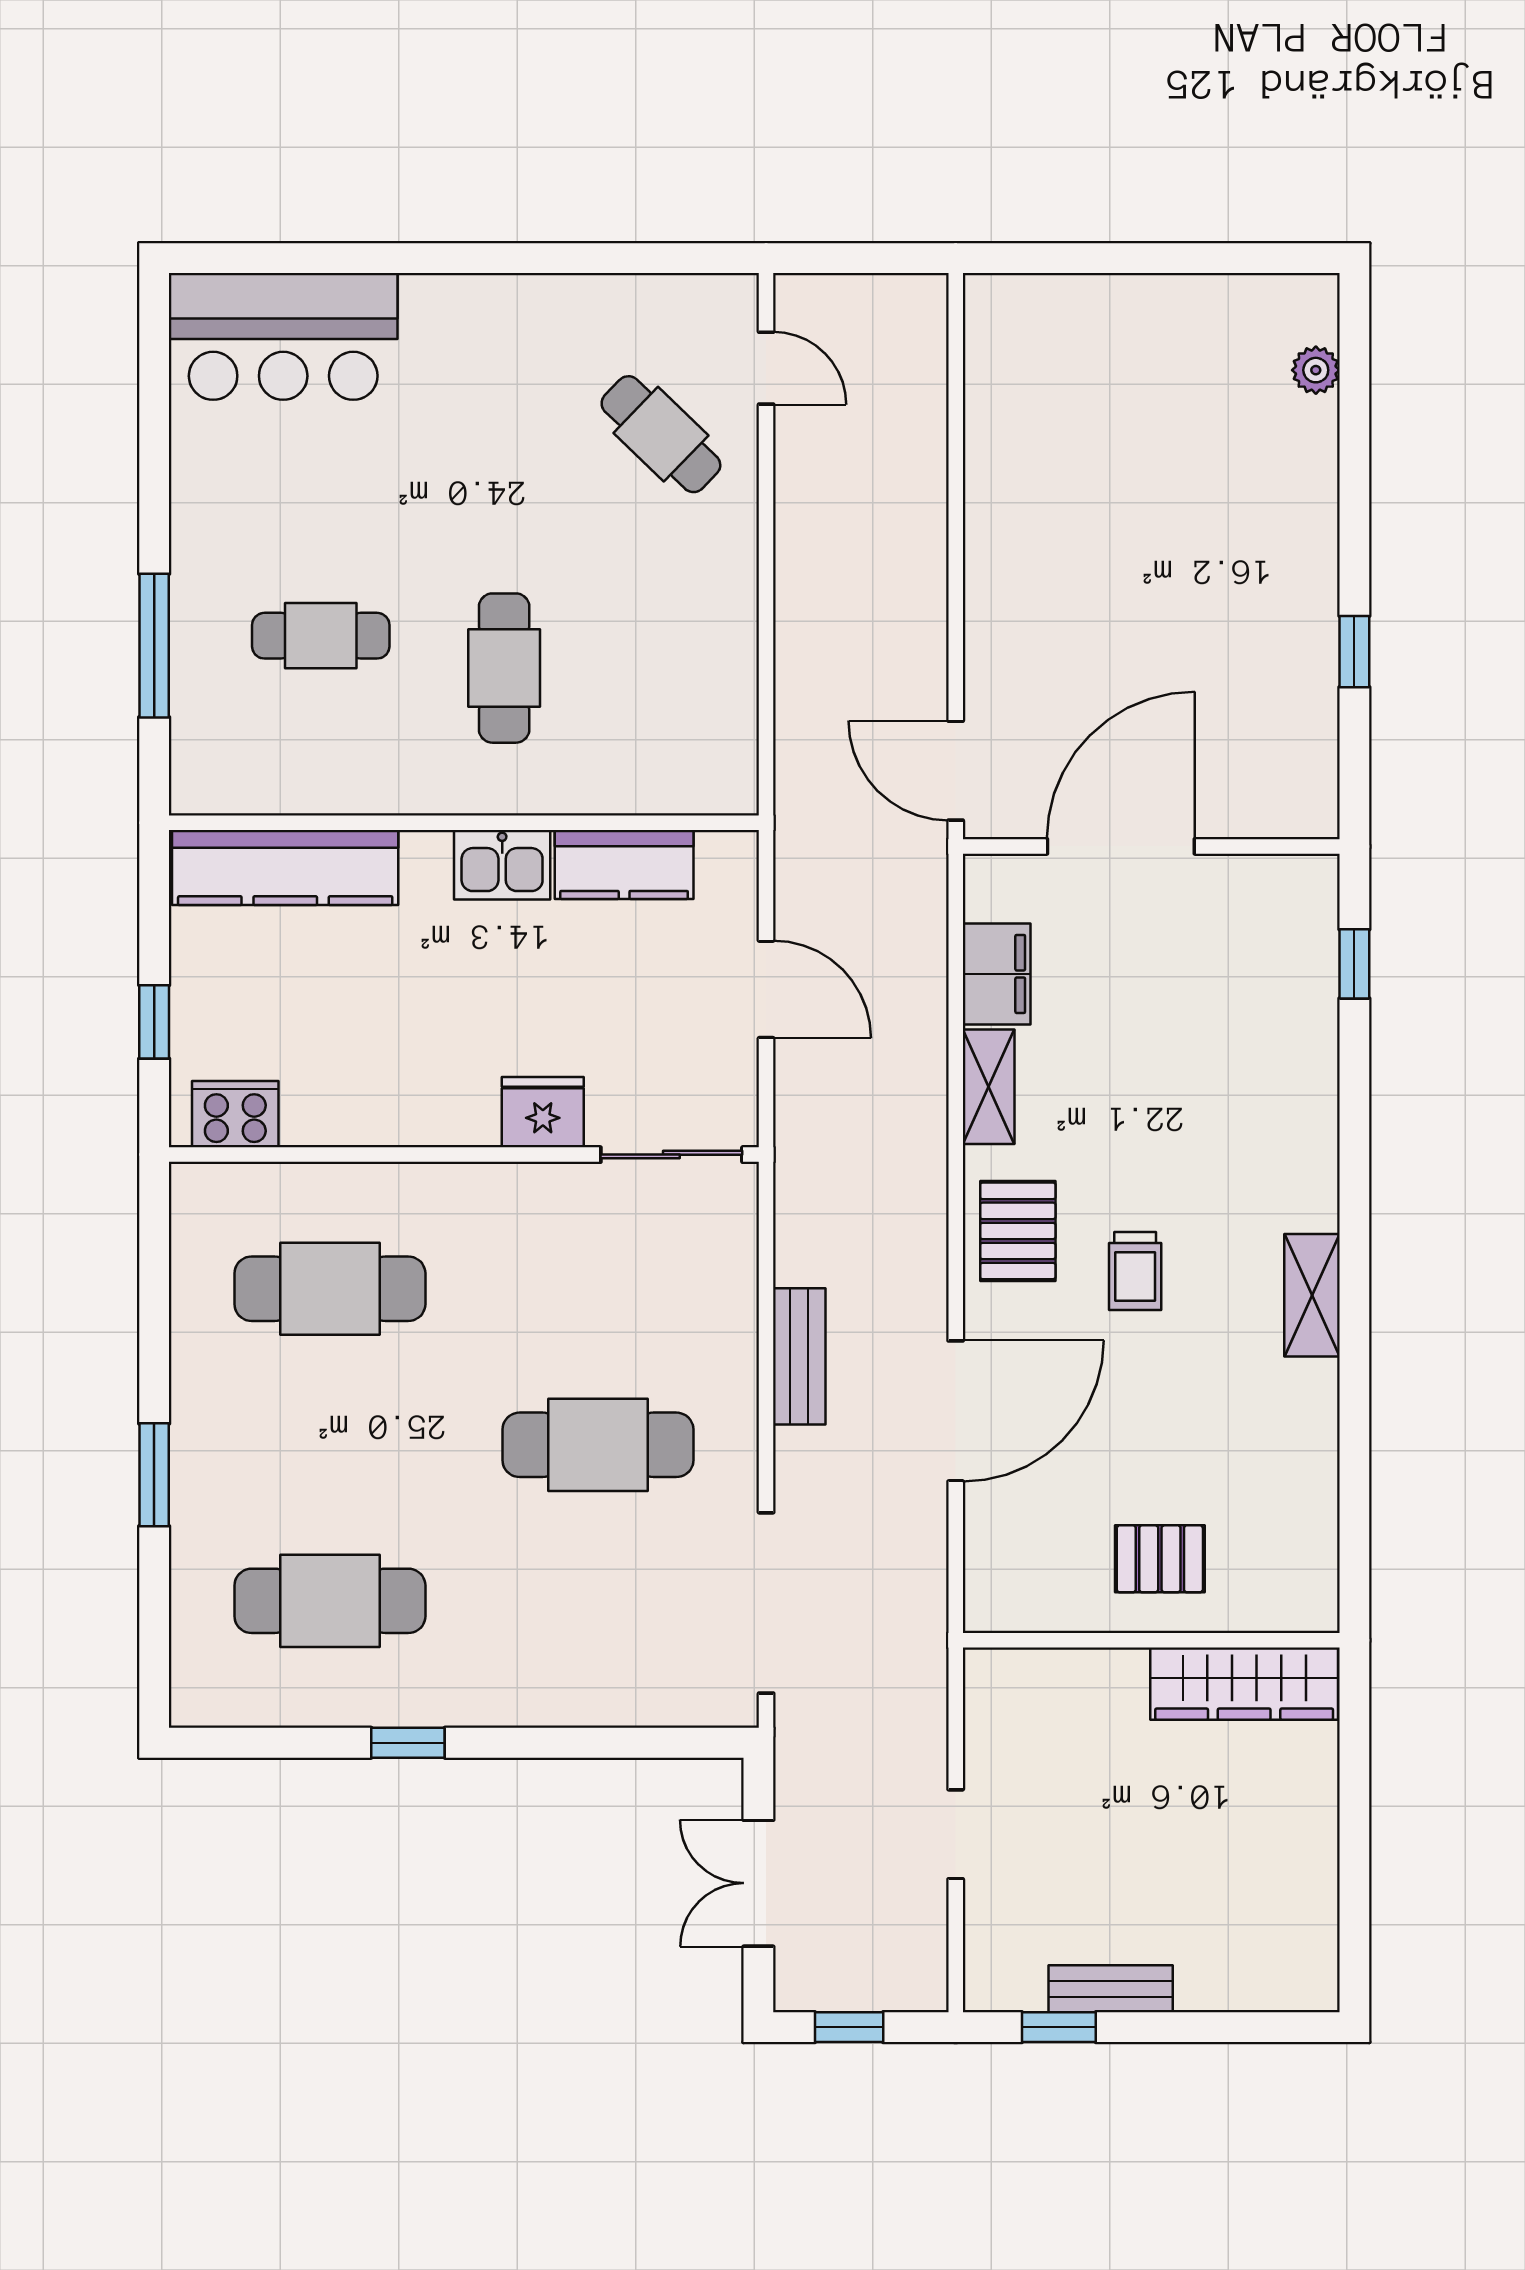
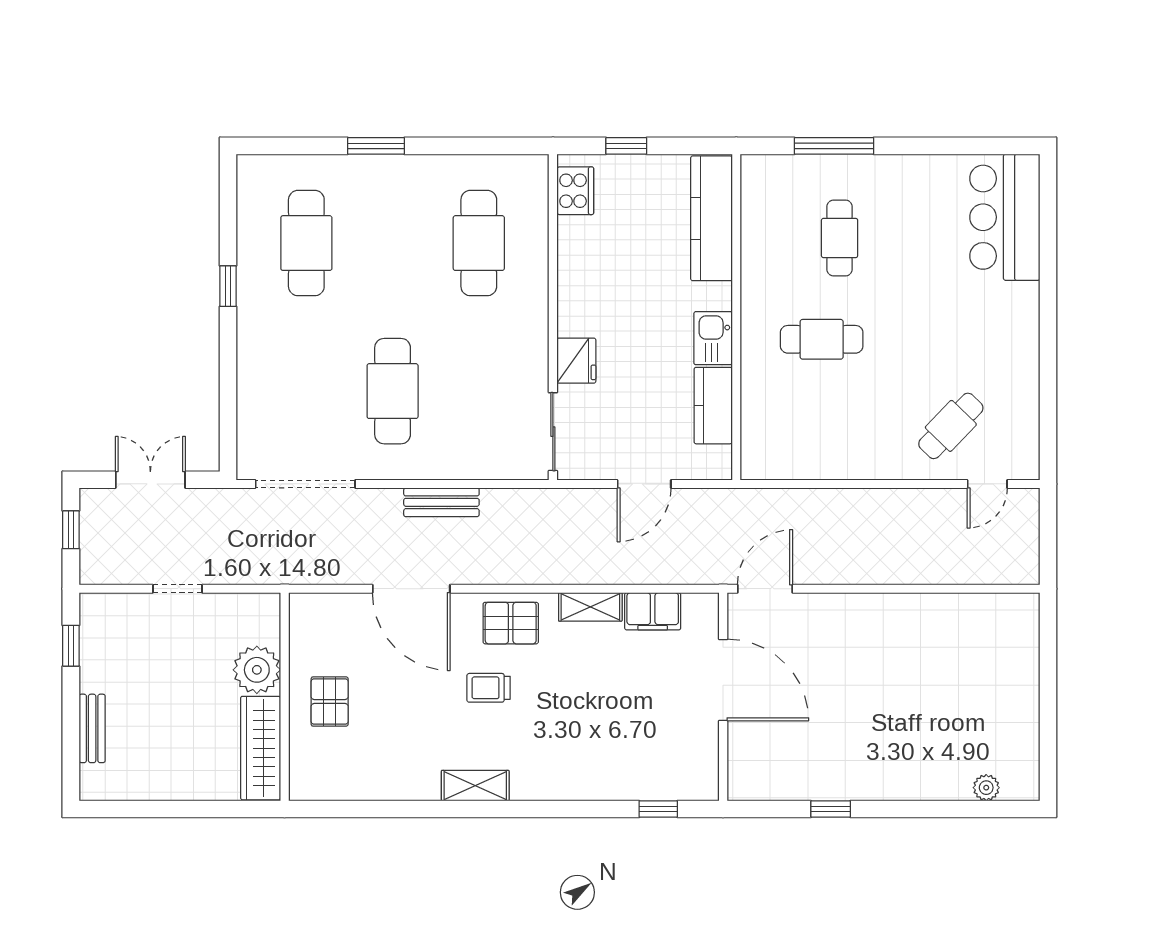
plant: (1103, 1691) -> (257, 670), added
bench: (1111, 1989) -> (92, 728), moved

